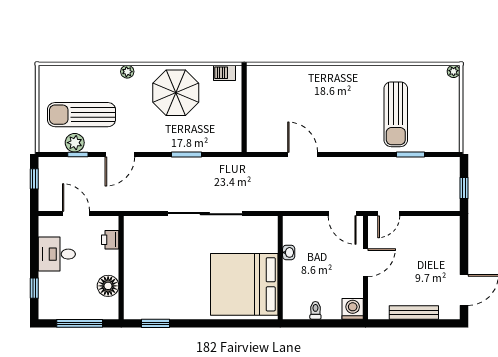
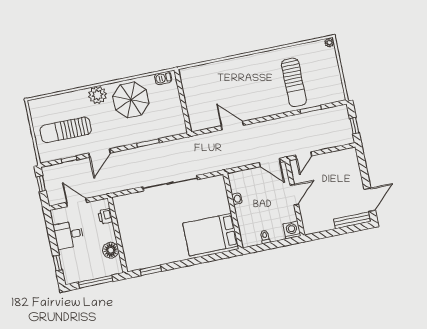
plant: (127, 72) -> (97, 95), width x1.88, depth x1.88
plant: (75, 143) -> (65, 151), removed
bed: (244, 284) -> (211, 235), width x0.73
bench: (414, 312) -> (352, 220), moved

